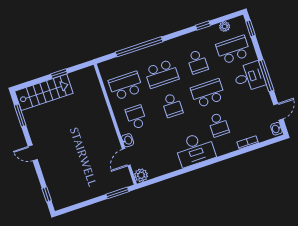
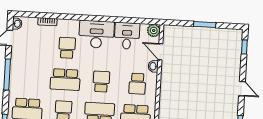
desk: (249, 77) -> (127, 36), moved, turned 90
door: (126, 157) -> (160, 52), swing flipped
window: (117, 193) -> (205, 25), moved

